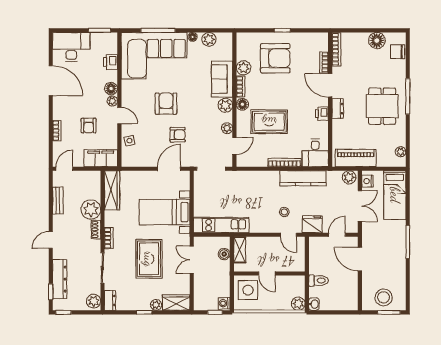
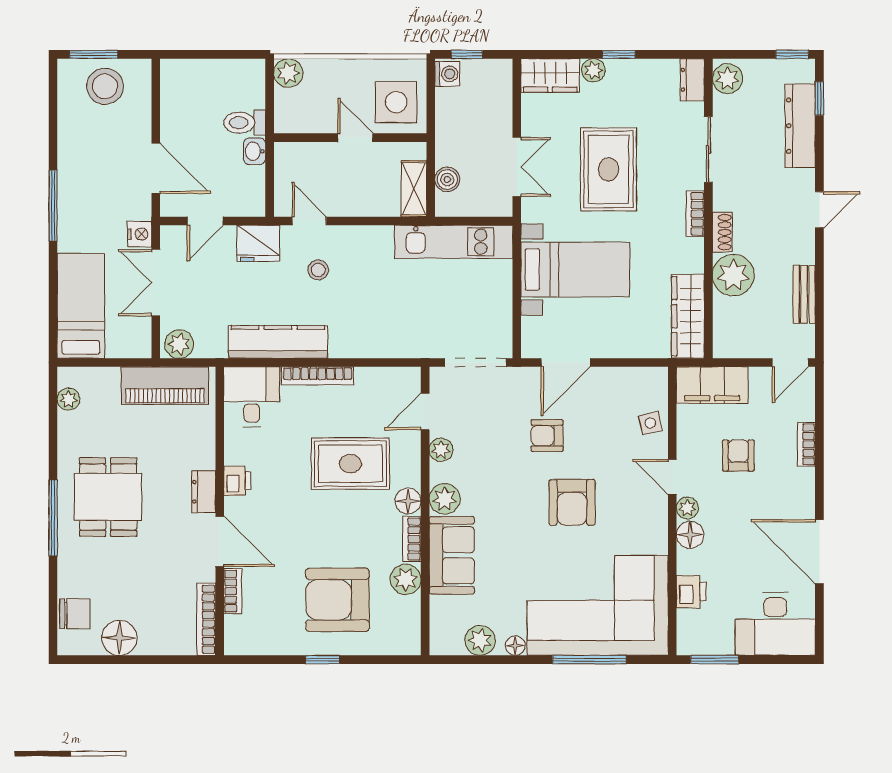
nightstand: (367, 181) -> (140, 234), moved
washbasin: (314, 304) -> (254, 151), moved

